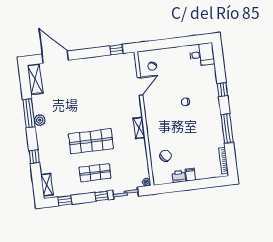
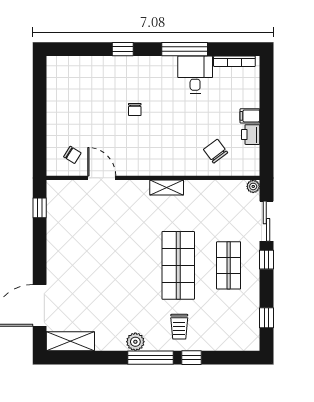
desk: (202, 55) -> (195, 75), moved
window: (29, 113) -> (151, 358), moved
trolley: (53, 146) -> (179, 327), added
shelving: (47, 185) -> (238, 343), removed

